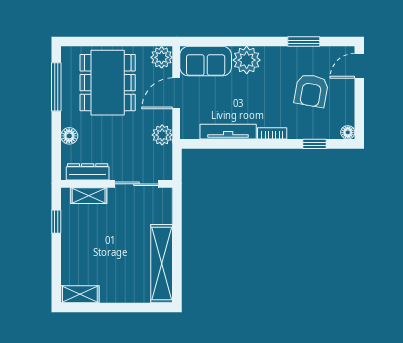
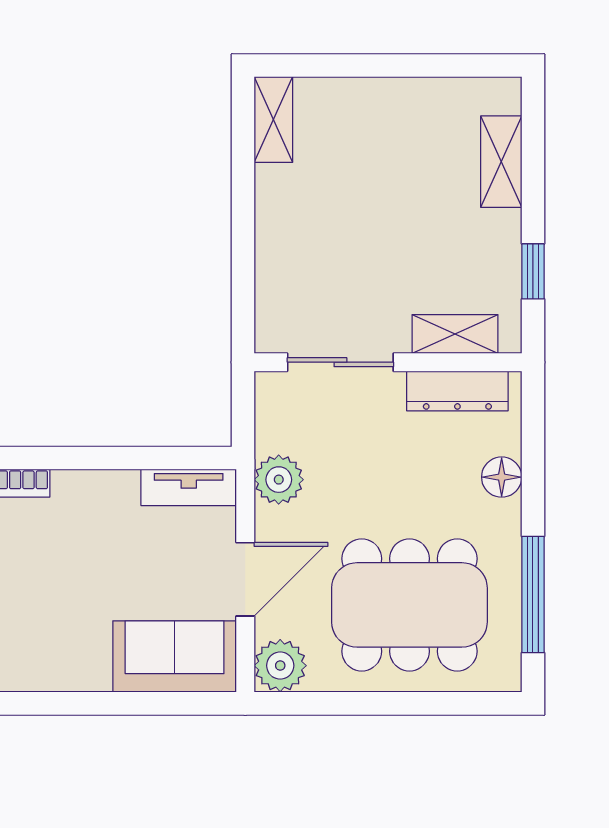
plant: (247, 60) -> (76, 659), removed
dining table: (108, 83) -> (409, 605), turned 90
tv unit: (228, 132) -> (189, 487), moved, width x0.71
shelving: (162, 264) -> (273, 120), width x0.45, depth x0.75
shelving: (80, 294) -> (501, 162), moved, turned 90

